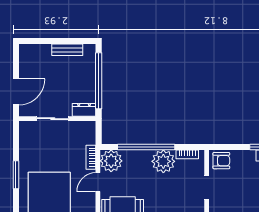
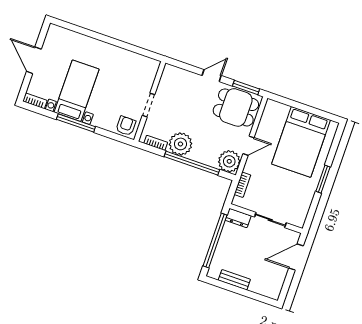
bookcase: (91, 157) -> (242, 185), moved
armchair: (221, 161) -> (126, 126), turned 90

